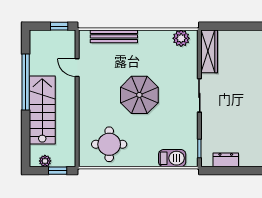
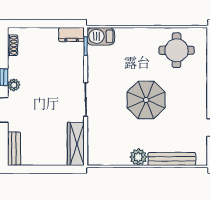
plant: (181, 38) -> (138, 157), moved
barbecue: (172, 158) -> (101, 36), moved
dresser: (226, 160) -> (72, 35), moved

